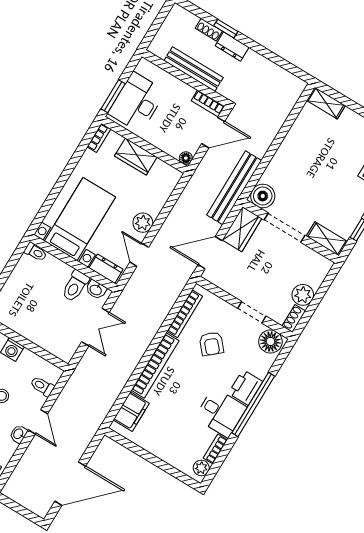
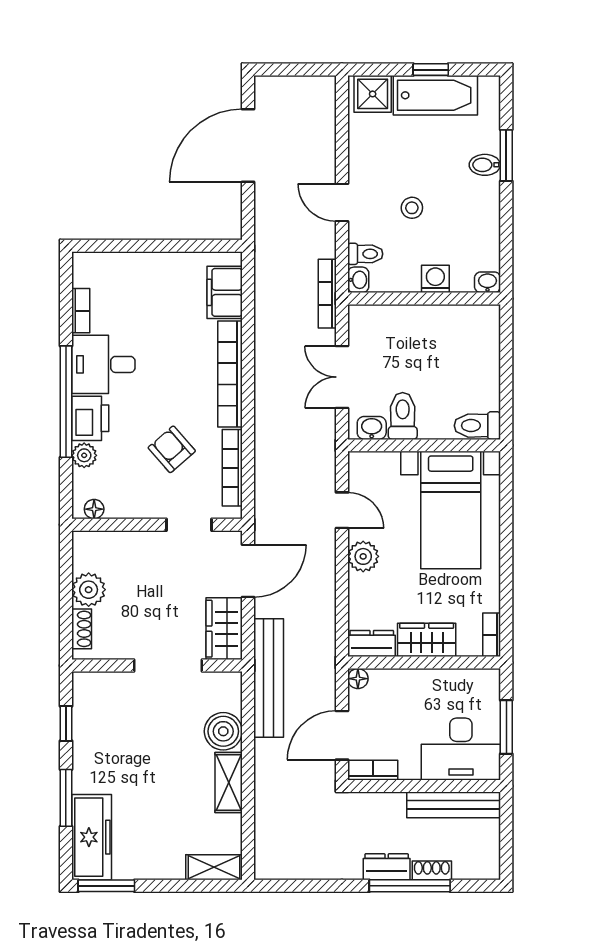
window: (226, 29) -> (410, 886), width x2.17
bench: (194, 69) -> (454, 805), moved
window: (113, 96) -> (506, 727), moved
desk: (137, 102) -> (461, 749), moved, turned 90
boiler: (263, 196) -> (223, 731), moved
shelving: (327, 239) -> (229, 782), moved, turned 90
toilet: (36, 252) -> (477, 426), width x1.37, depth x1.39
dresser: (106, 269) -> (372, 644), moved, turned 180
doorway: (252, 312) -> (189, 525), moved
shoe rack: (294, 318) -> (82, 629), moved
floor lamp: (270, 342) -> (94, 509), width x0.53, depth x0.53
bookcase: (76, 377) -> (327, 294), added
washbasin: (19, 434) -> (358, 280), moved
plant: (201, 468) -> (84, 455), moved

